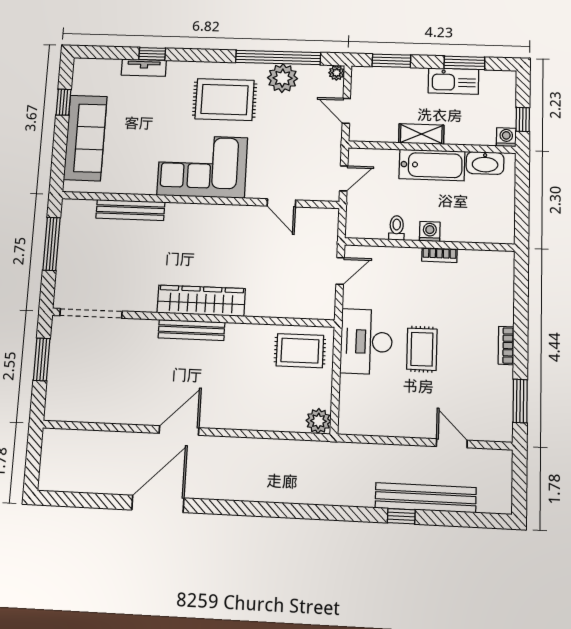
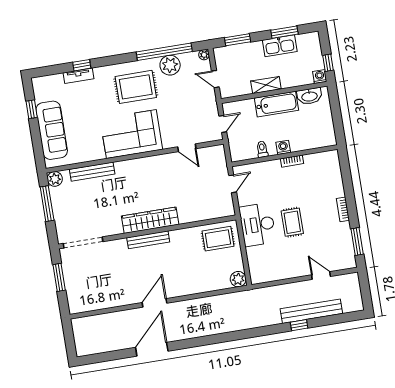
plant: (72, 210) -> (55, 179), added

